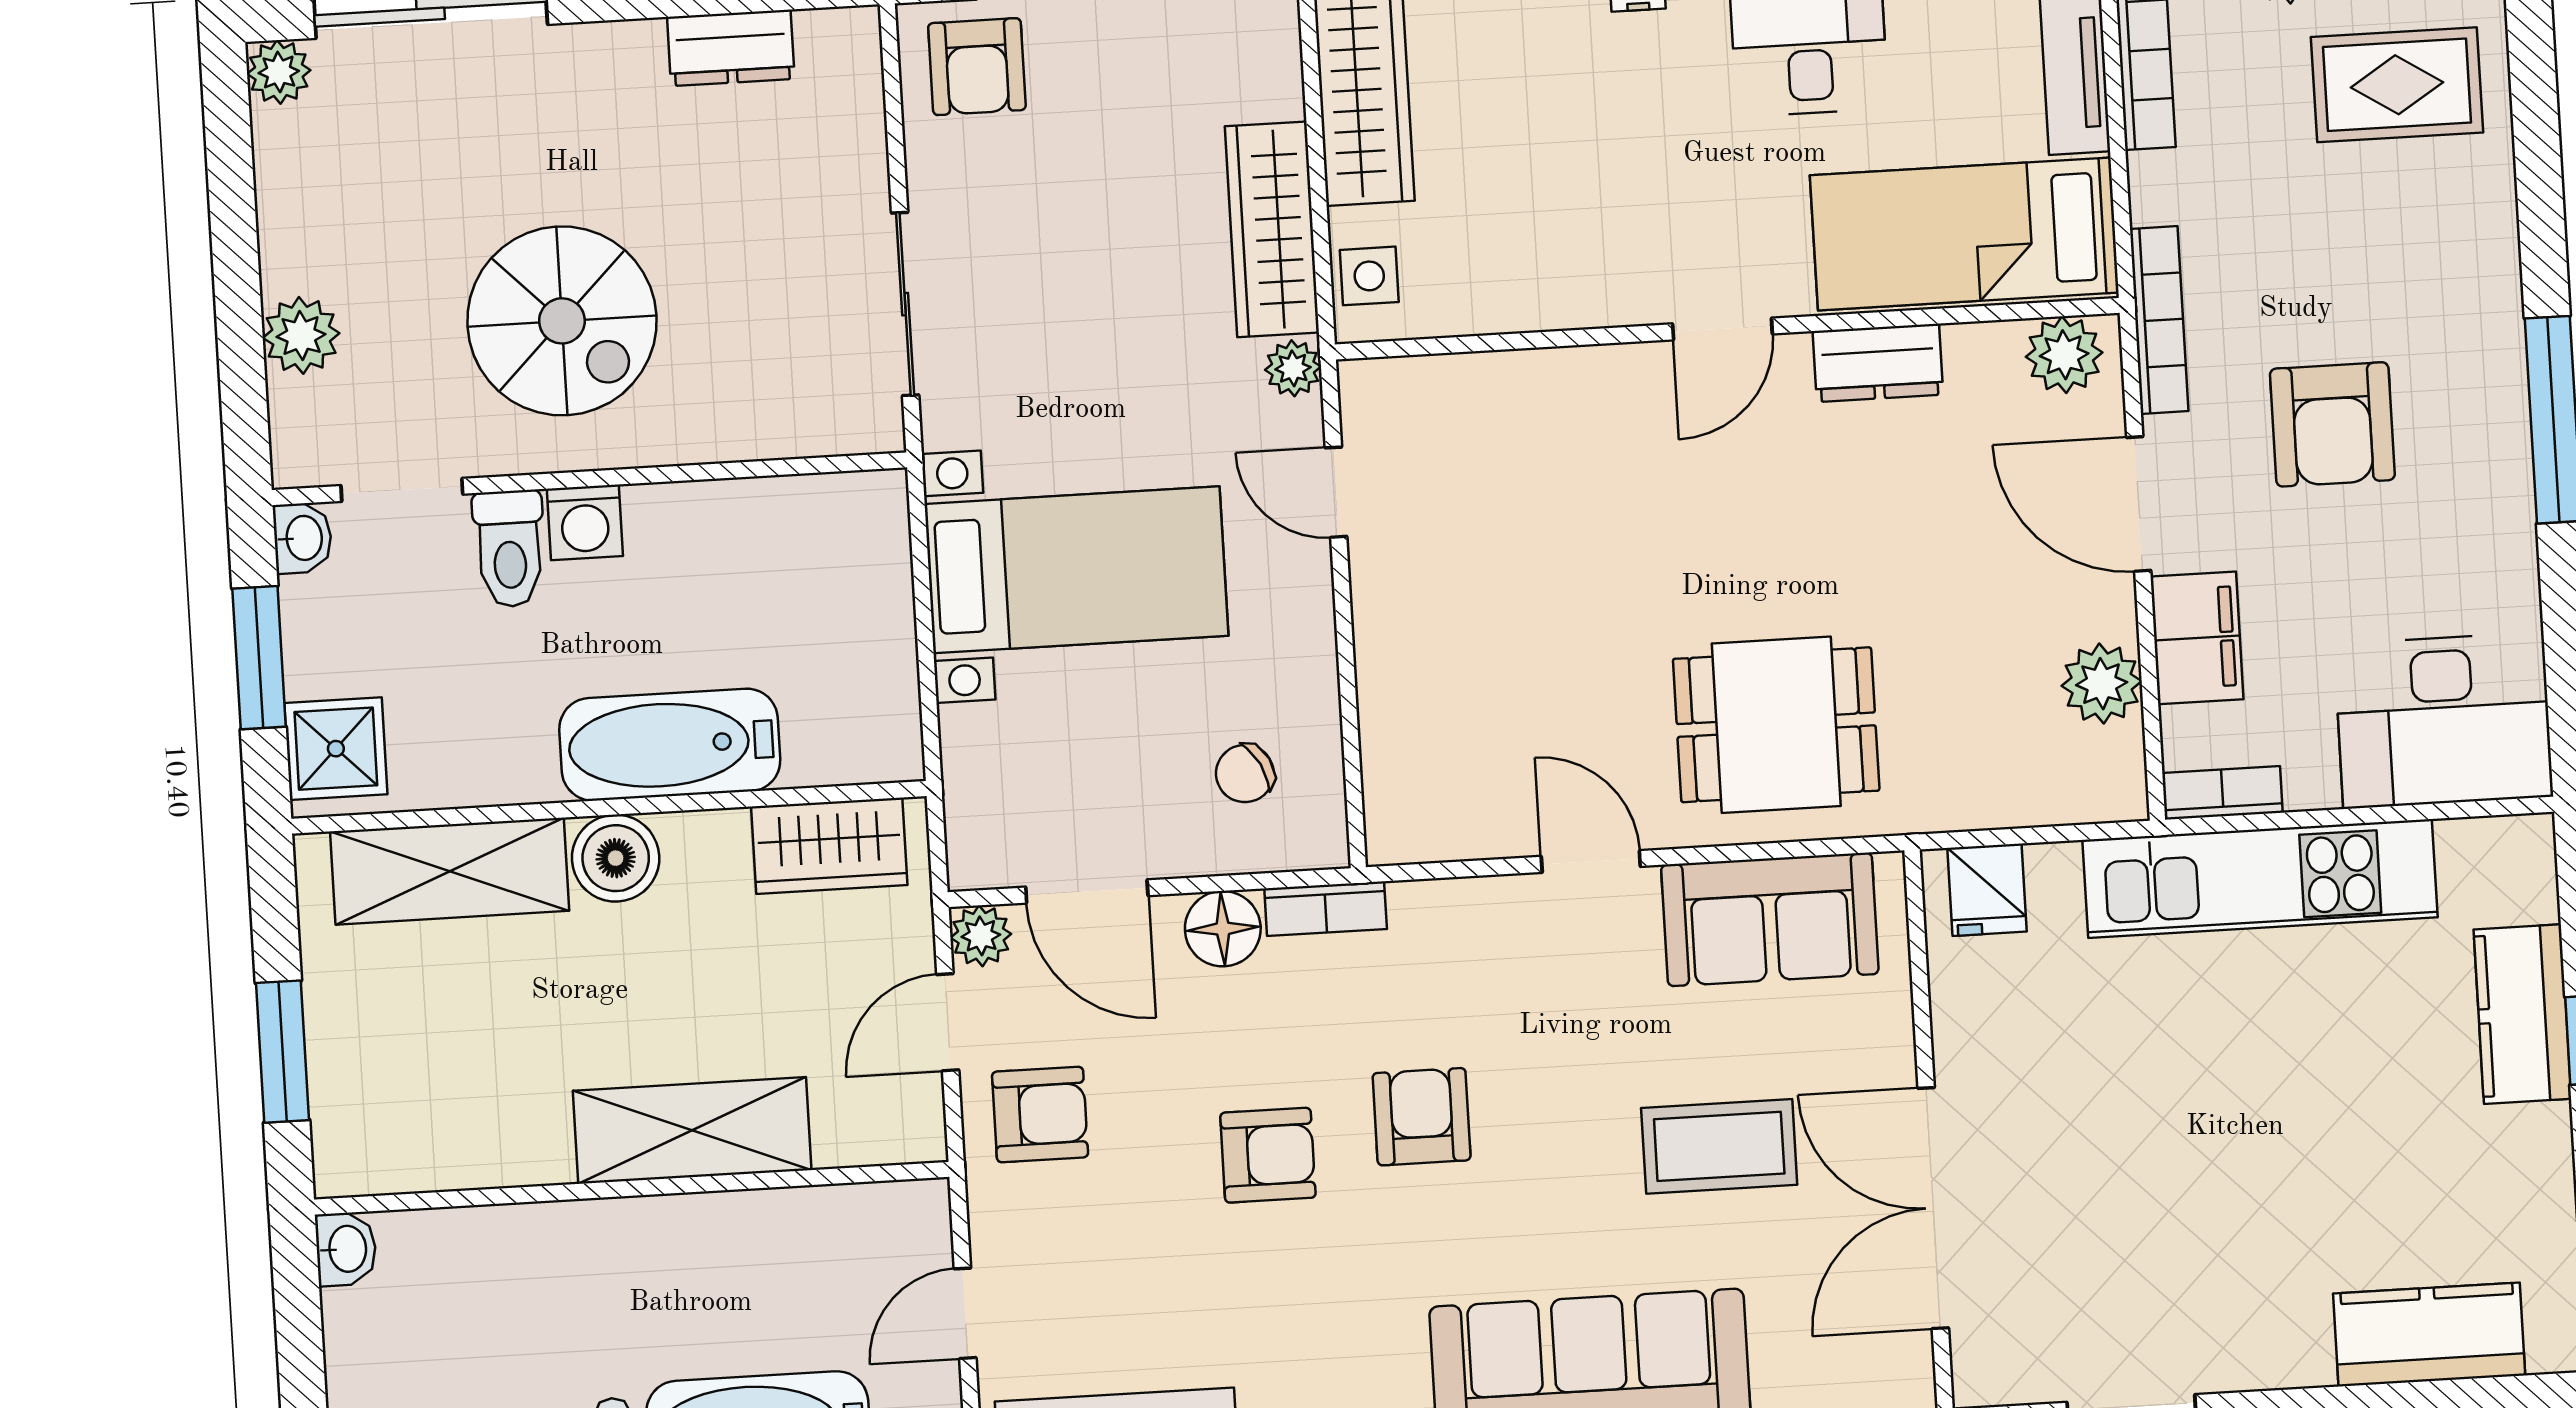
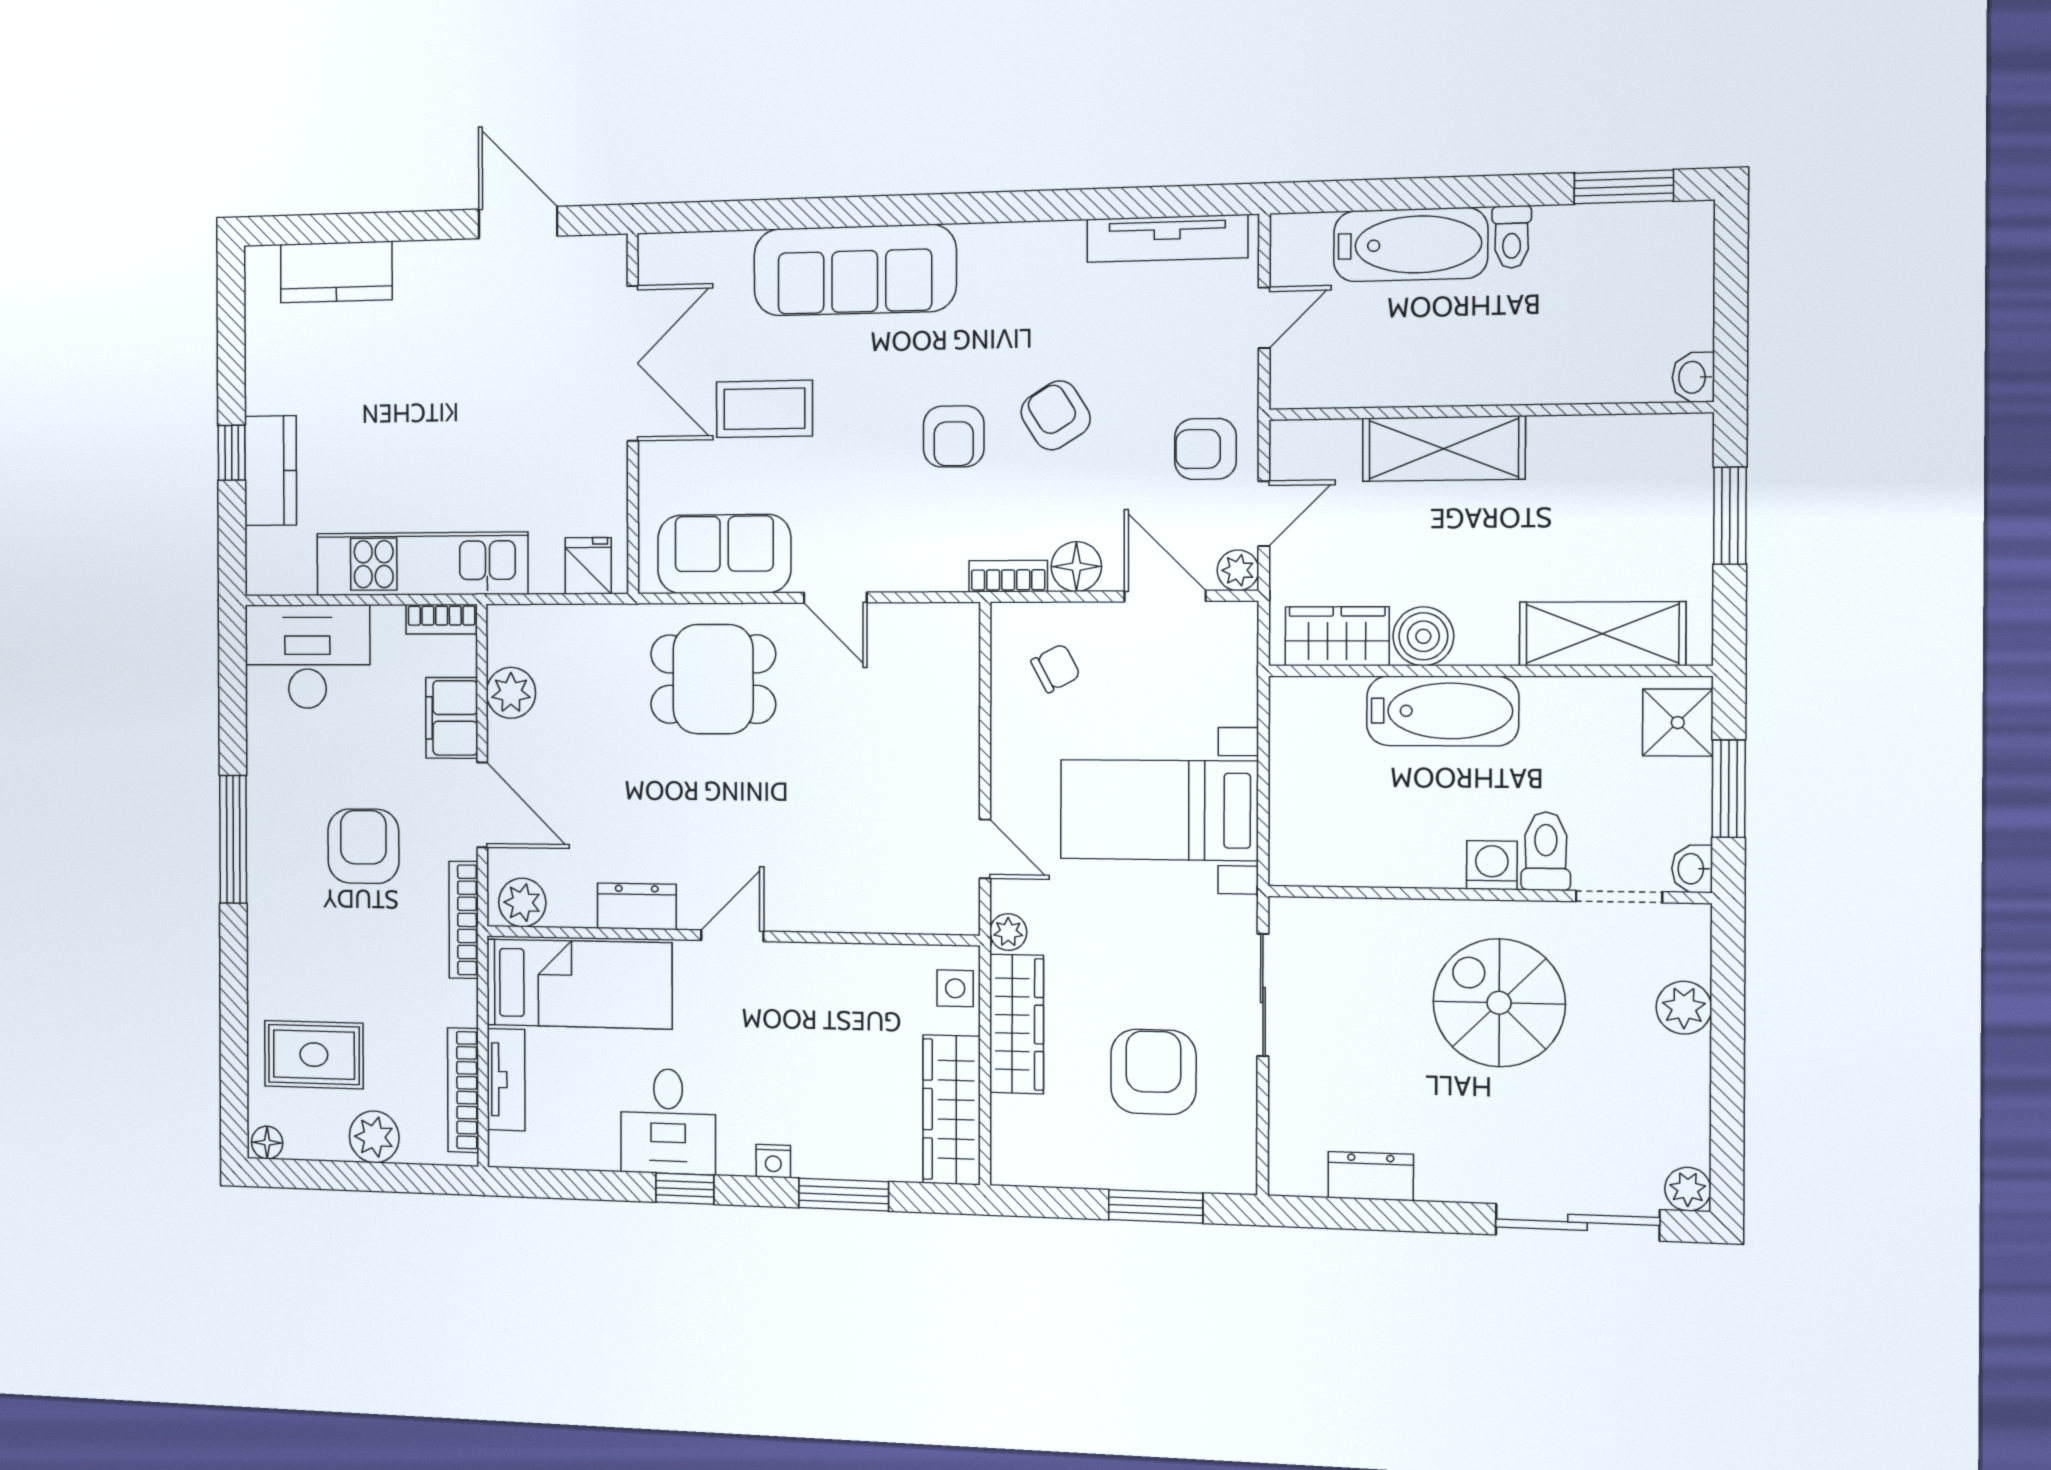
armchair: (977, 67) -> (1153, 1072), moved, width x1.38, depth x1.38
boiler: (616, 858) -> (1423, 636), moved
armchair: (1268, 1155) -> (1056, 415), turned 58

